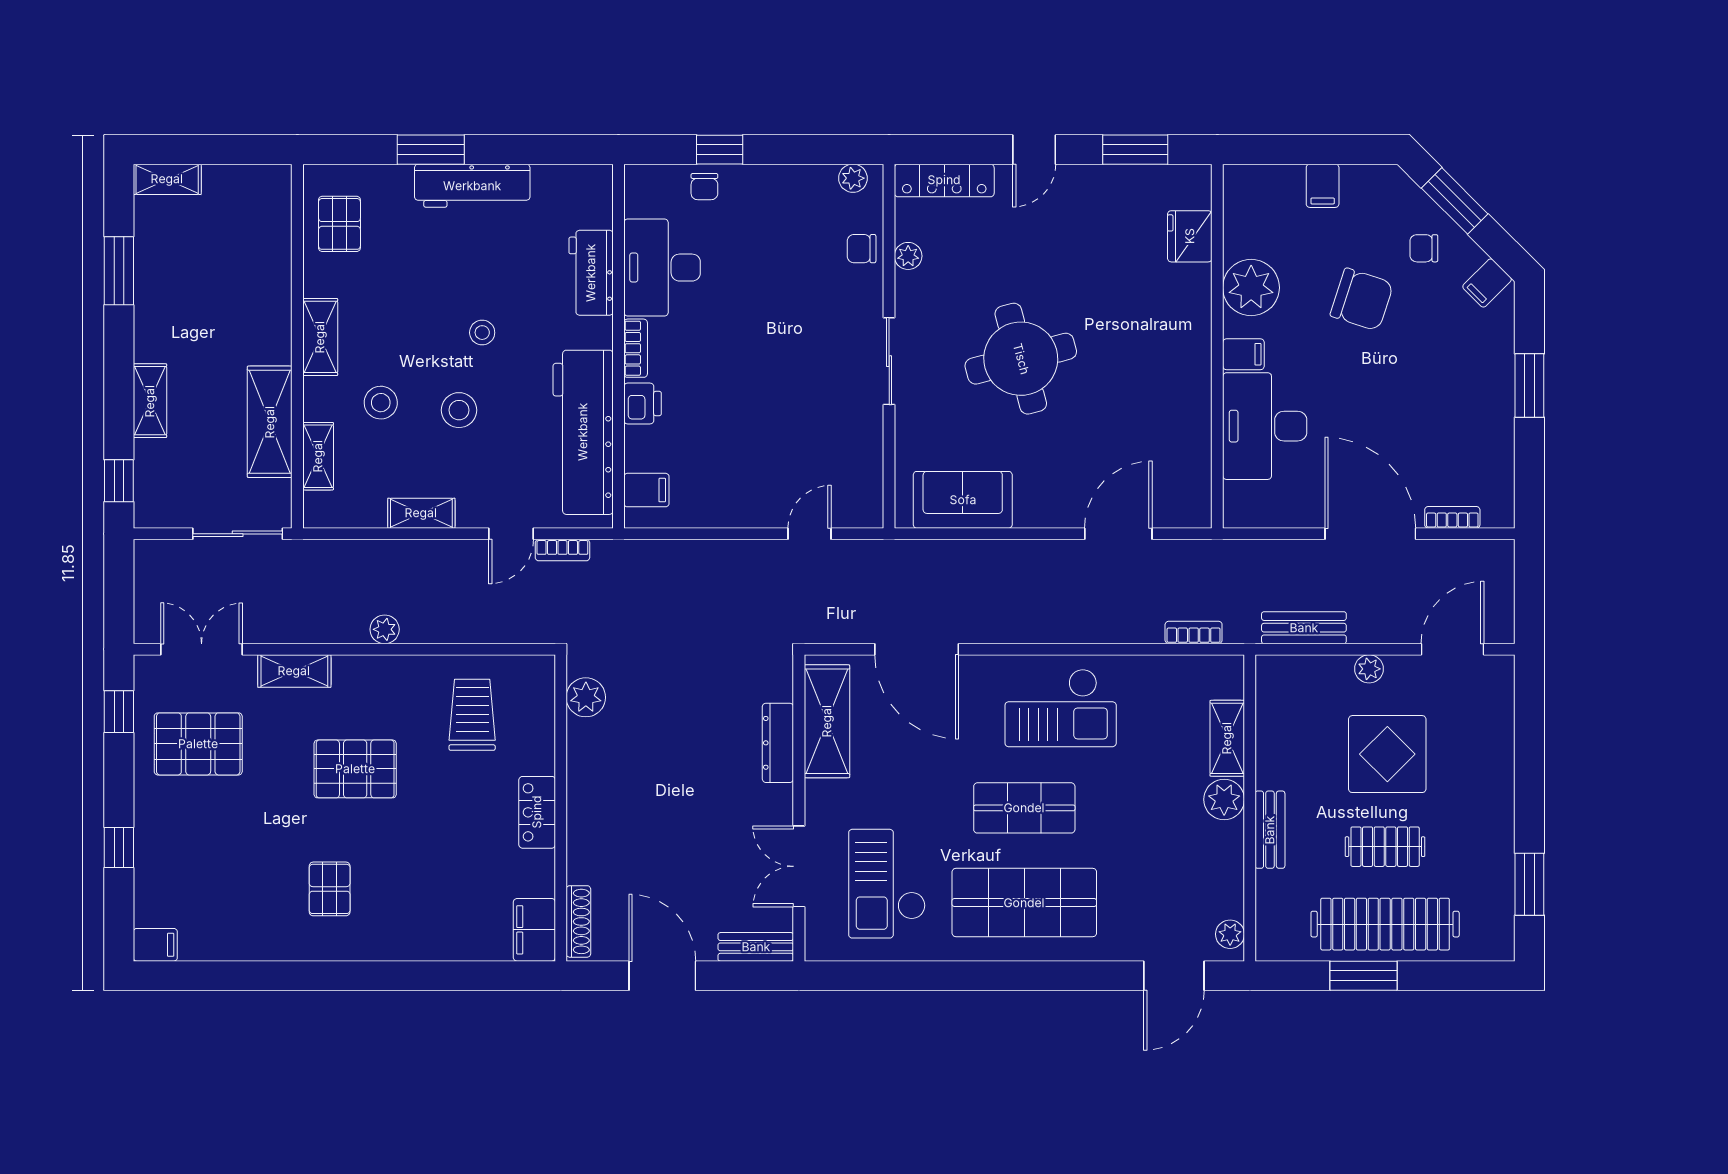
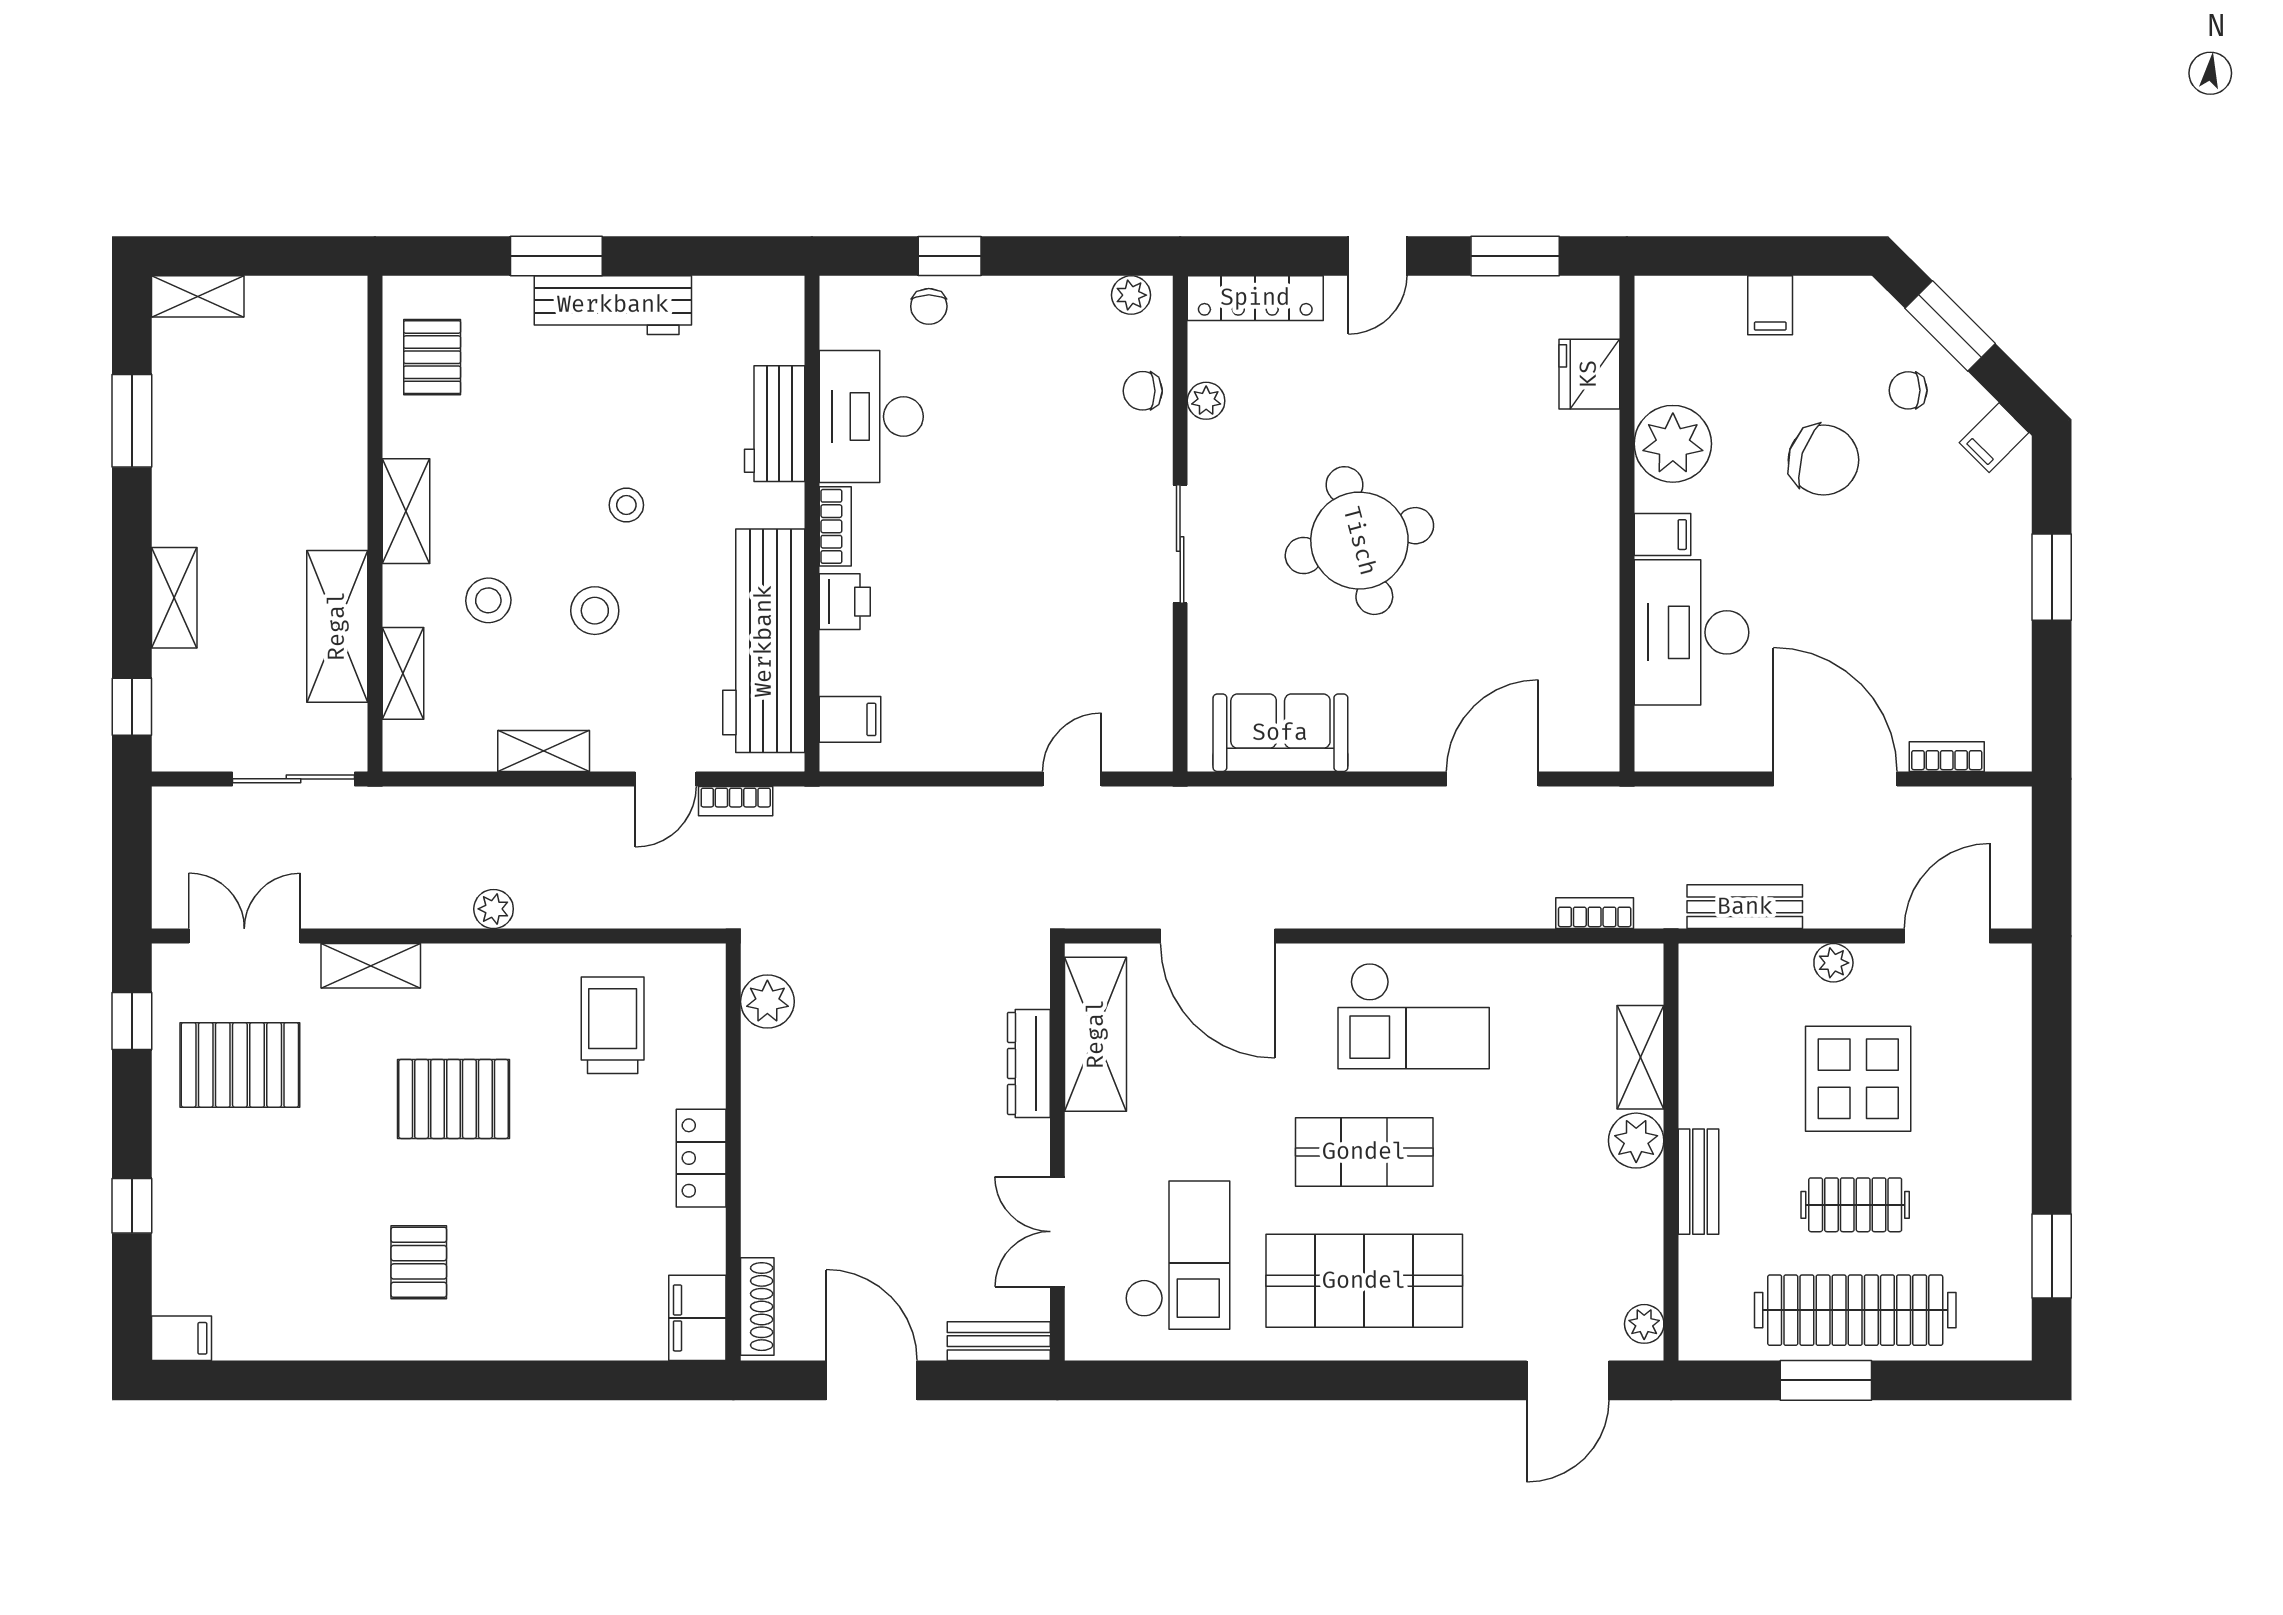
checkout: (887, 884) -> (1177, 1255), turned 180

